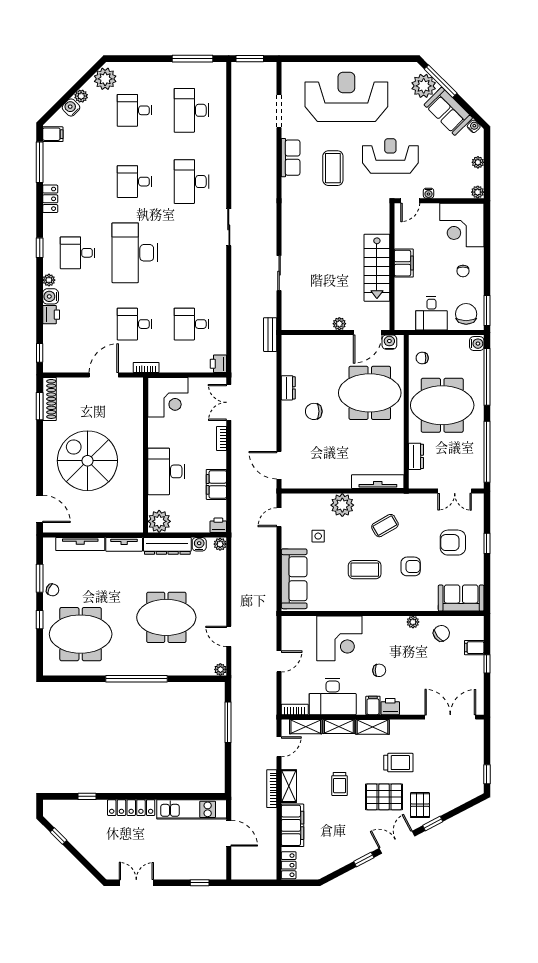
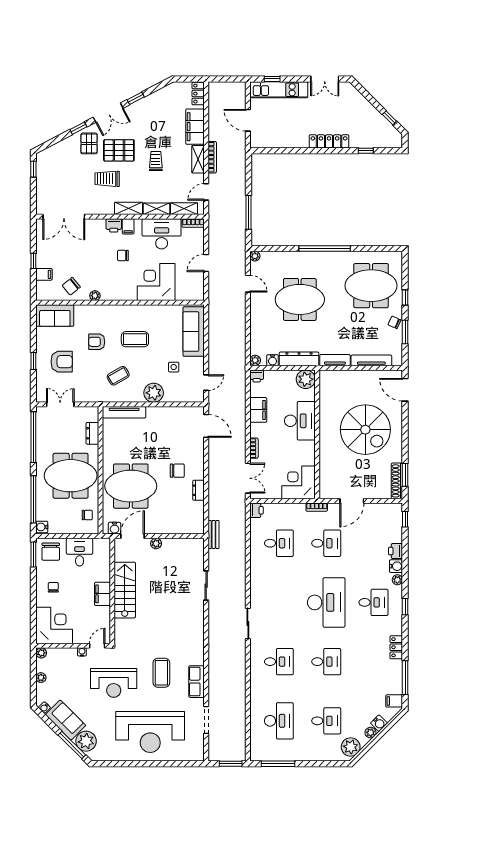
desk: (192, 182) -> (279, 662), width x0.73
kitchen unit: (192, 809) -> (279, 90), moved, turned 180

